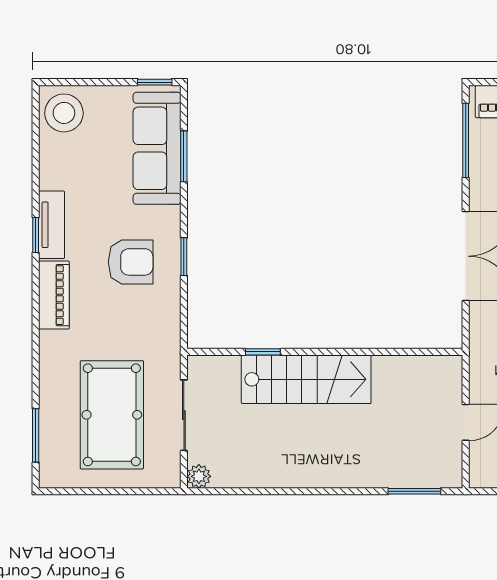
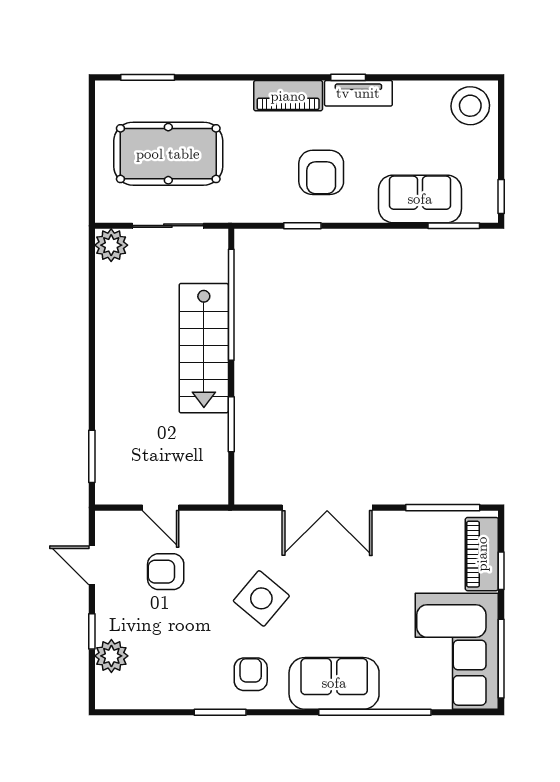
sofa: (157, 148) -> (420, 199), width x0.73
window: (184, 156) -> (454, 226), moved
window: (184, 257) -> (302, 226), moved
window: (263, 352) -> (231, 305), width x3.17
window: (382, 352) -> (231, 424), added
plant: (199, 476) -> (111, 245), width x1.38, depth x1.38

